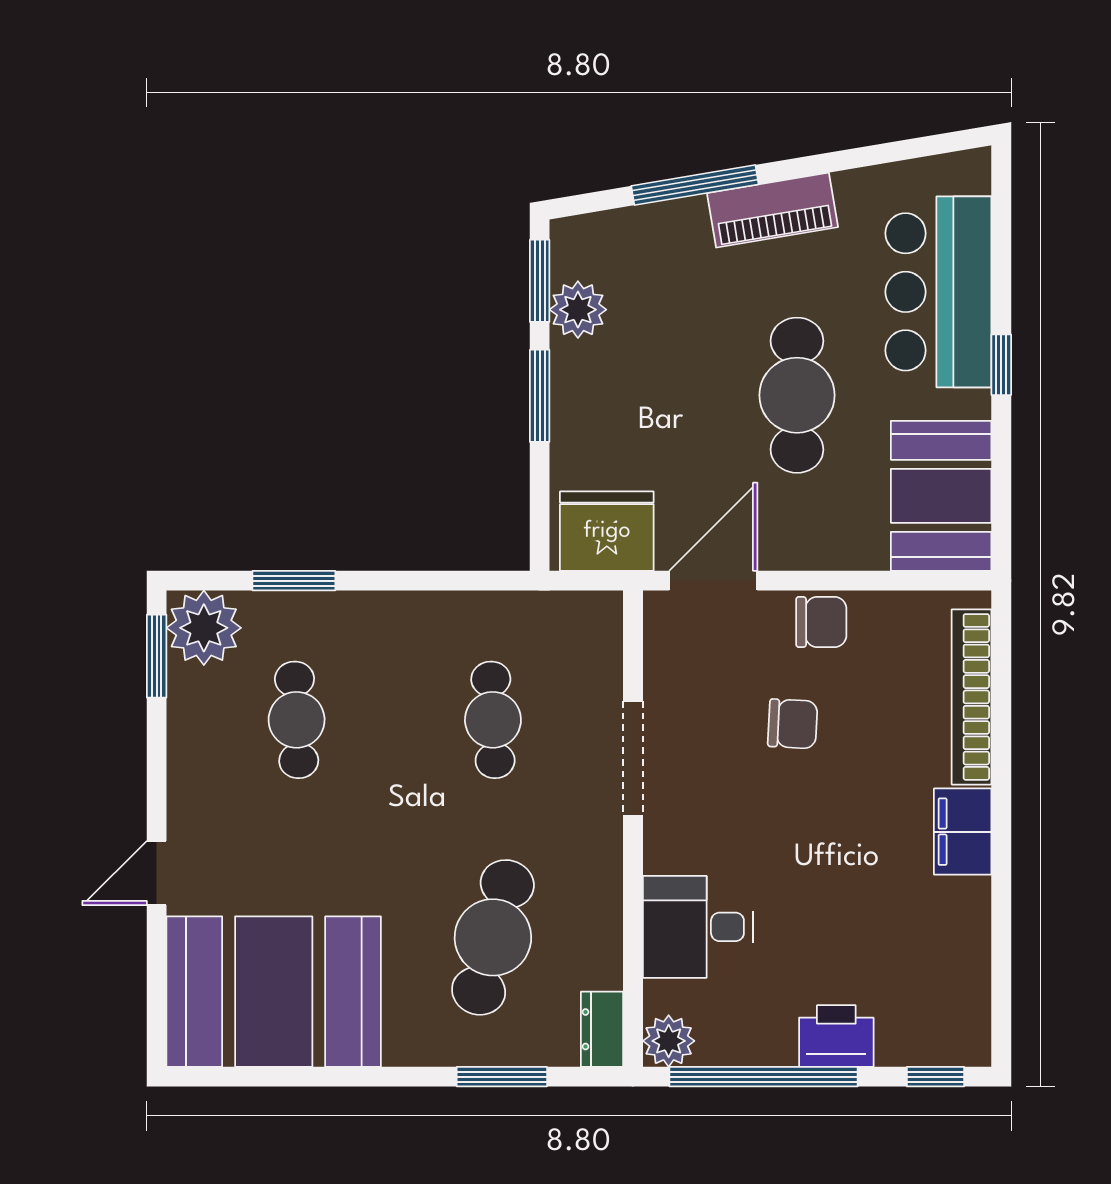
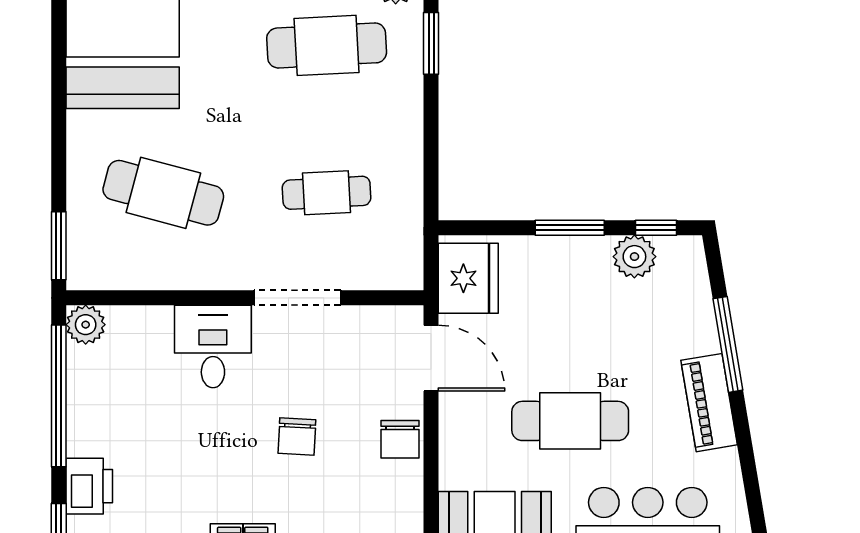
window: (540, 281) -> (656, 228), width x0.67
cafe table: (297, 720) -> (327, 45), width x1.37, depth x1.35
chair: (793, 724) -> (297, 436), moved
desk: (698, 927) -> (213, 346), moved
dresser: (602, 1029) -> (94, 275), removed
printer: (836, 1036) -> (89, 486), moved
window: (502, 1077) -> (59, 246), moved

